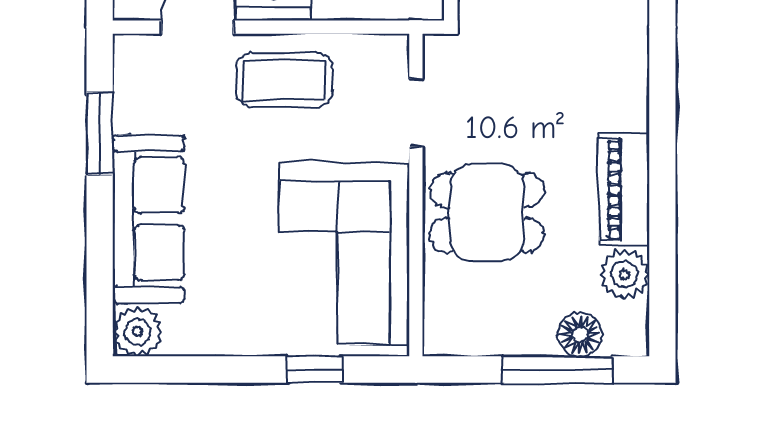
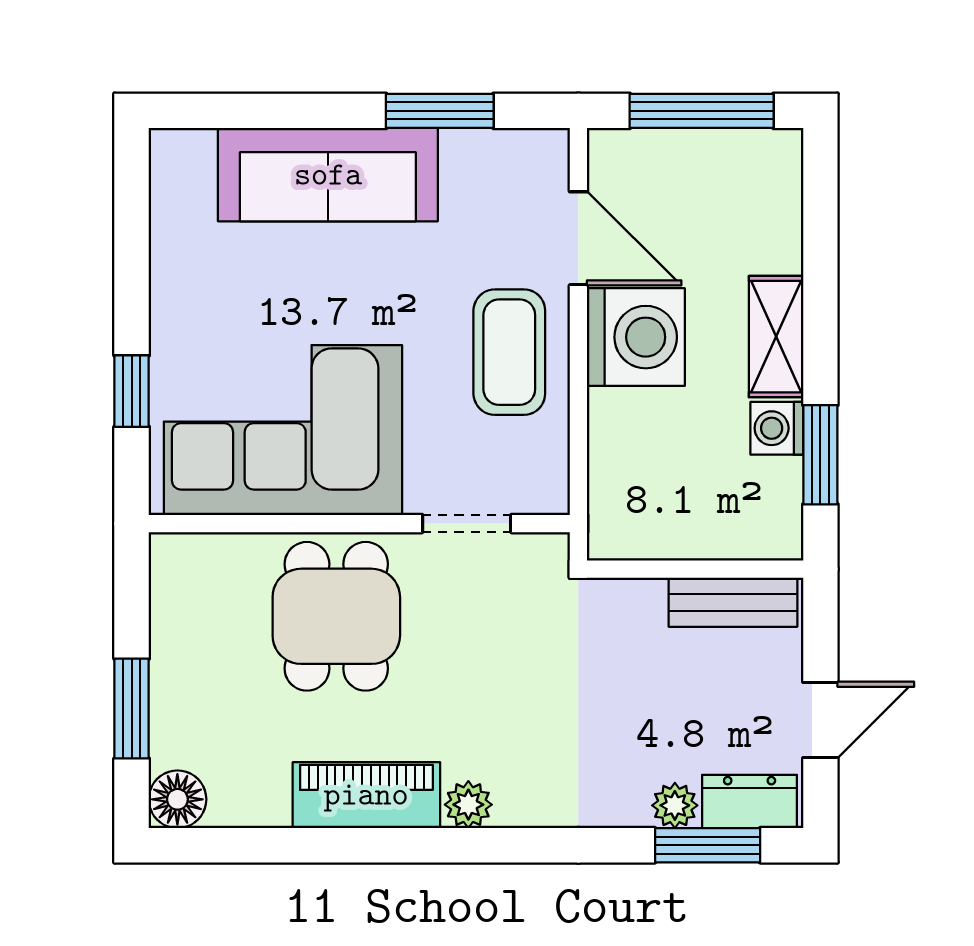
plant: (624, 274) -> (468, 805), moved, width x0.73, depth x0.73
plant: (138, 332) -> (181, 160), removed
floor lamp: (580, 334) -> (177, 799), moved
window: (558, 370) -> (132, 709), width x0.69

